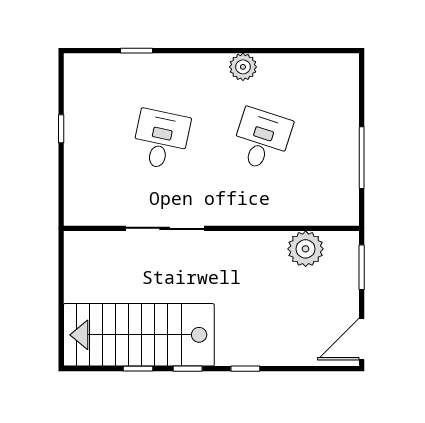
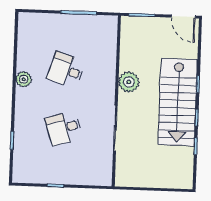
desk: (161, 140) -> (64, 128), turned -30
plant: (306, 249) -> (129, 82), moved
stairs: (139, 335) -> (178, 102), moved

